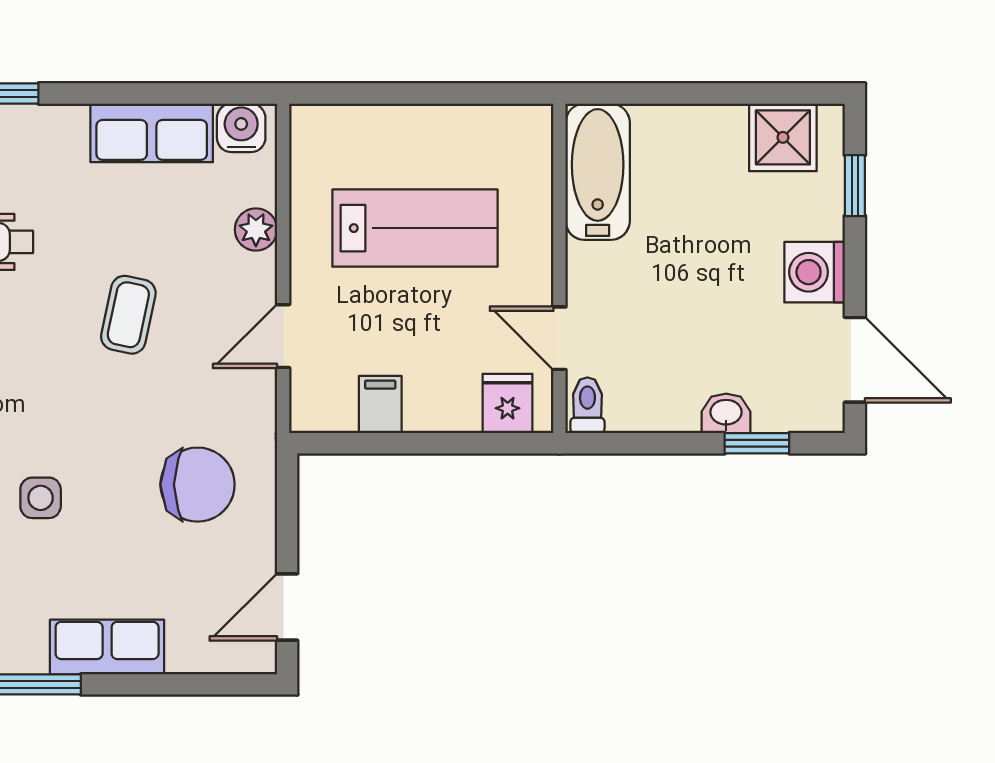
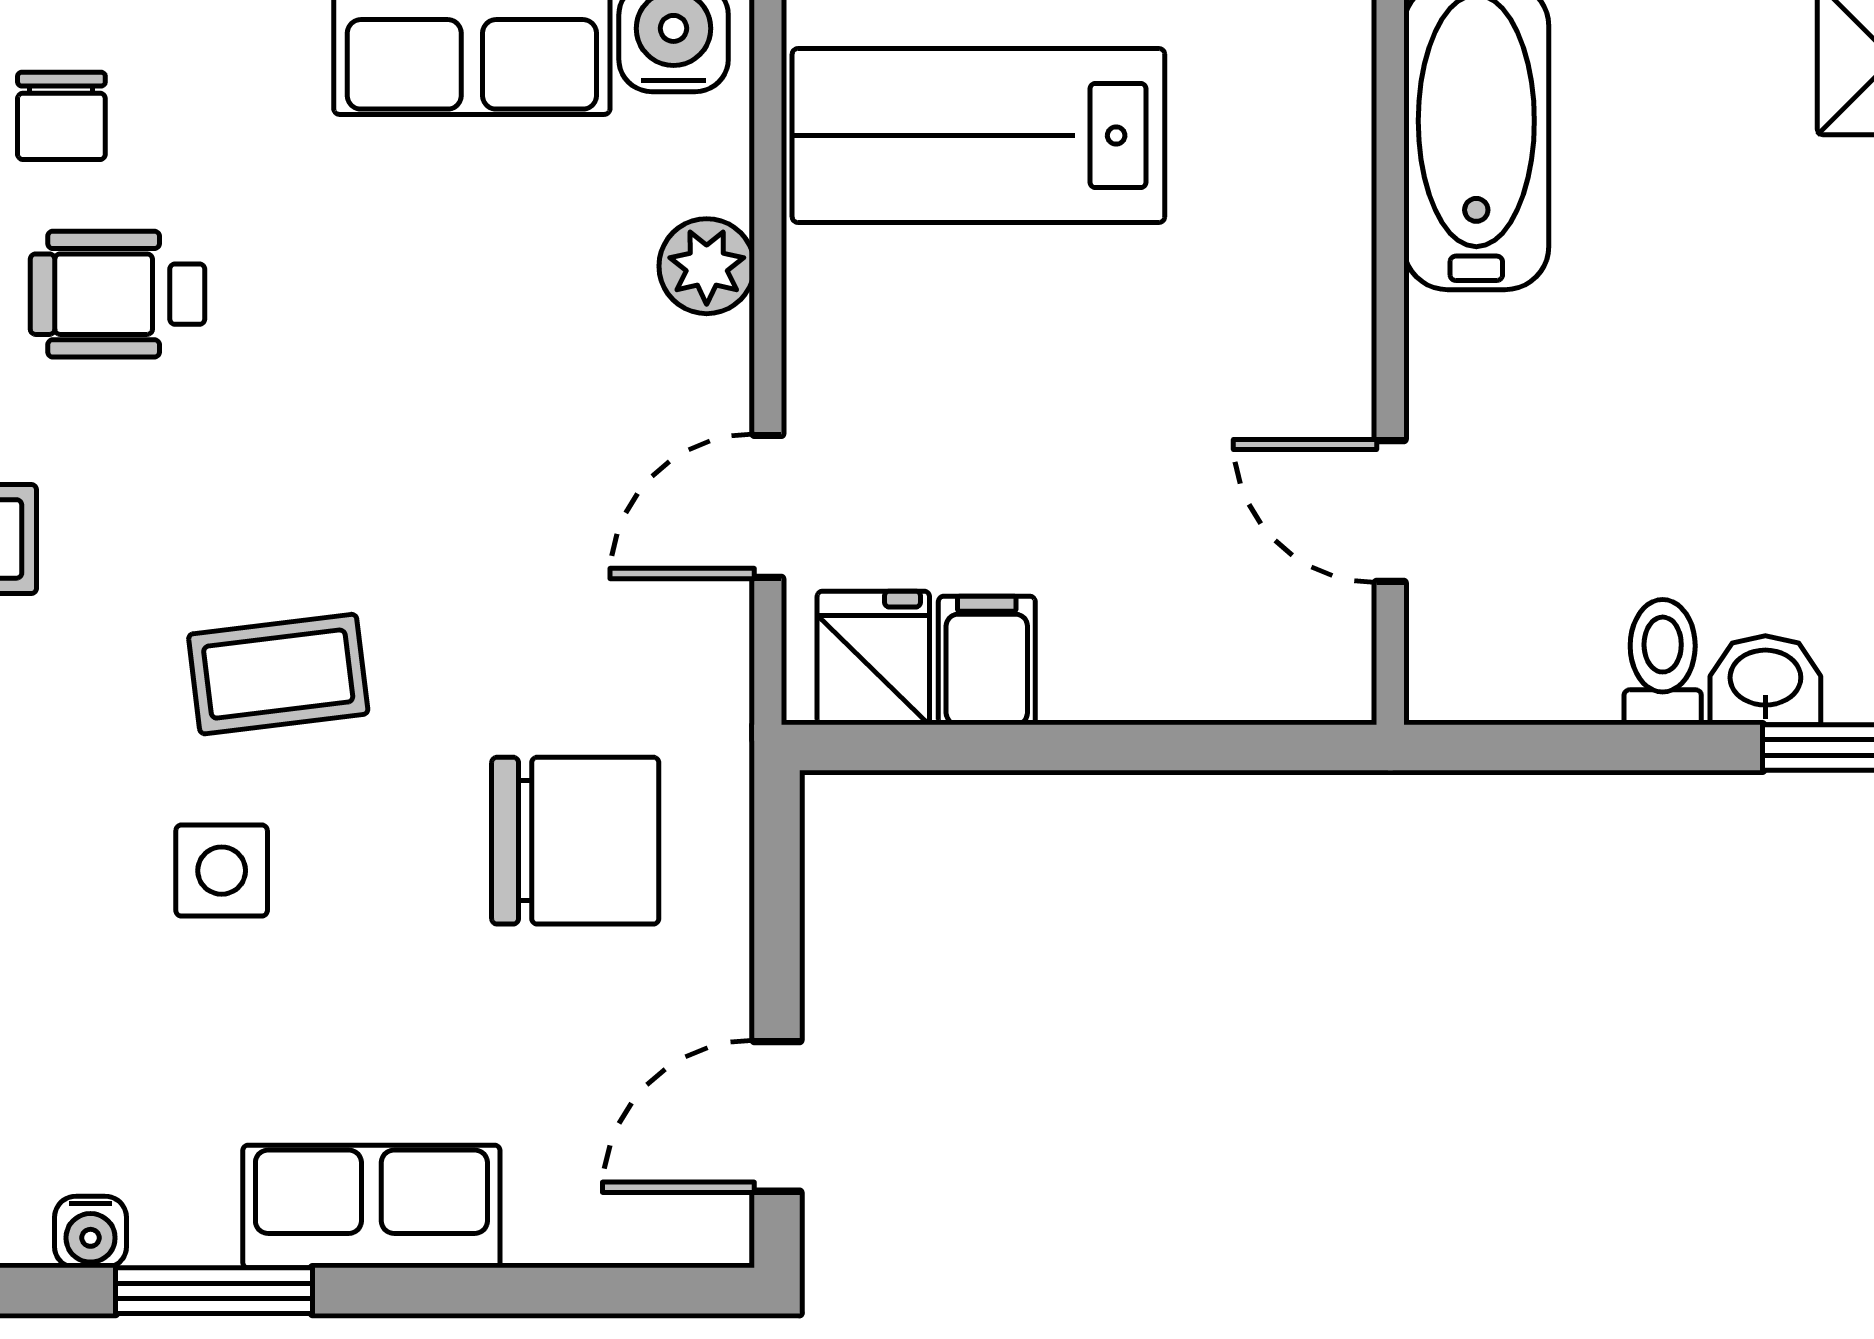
lab bench: (415, 228) -> (978, 136), moved, turned 180
coffee table: (128, 315) -> (278, 674), moved, turned 71
fridge: (508, 403) -> (873, 658), moved
toilet: (587, 405) -> (1663, 662), moved

